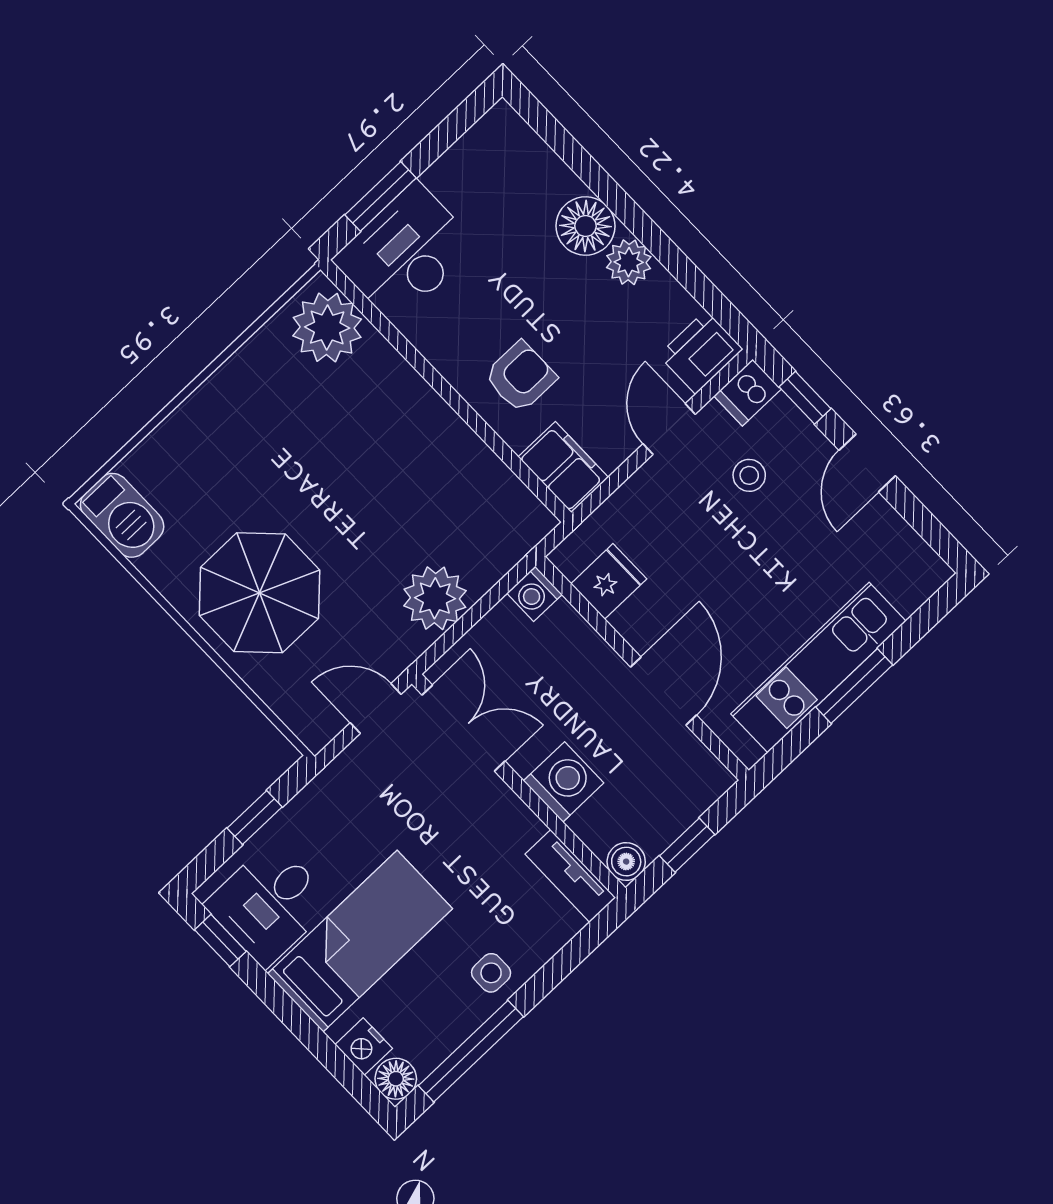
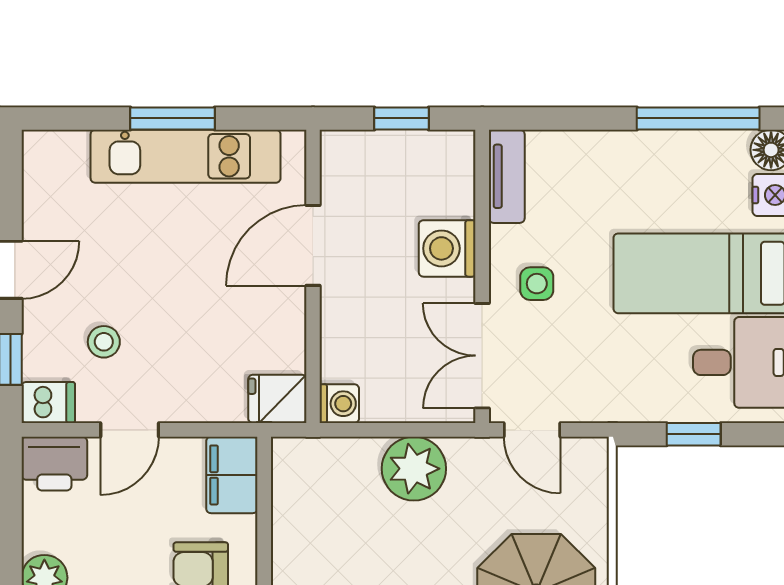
fridge: (609, 581) -> (277, 399), moved
boiler: (626, 862) -> (457, 148), removed
side table: (491, 973) -> (537, 284), moved

